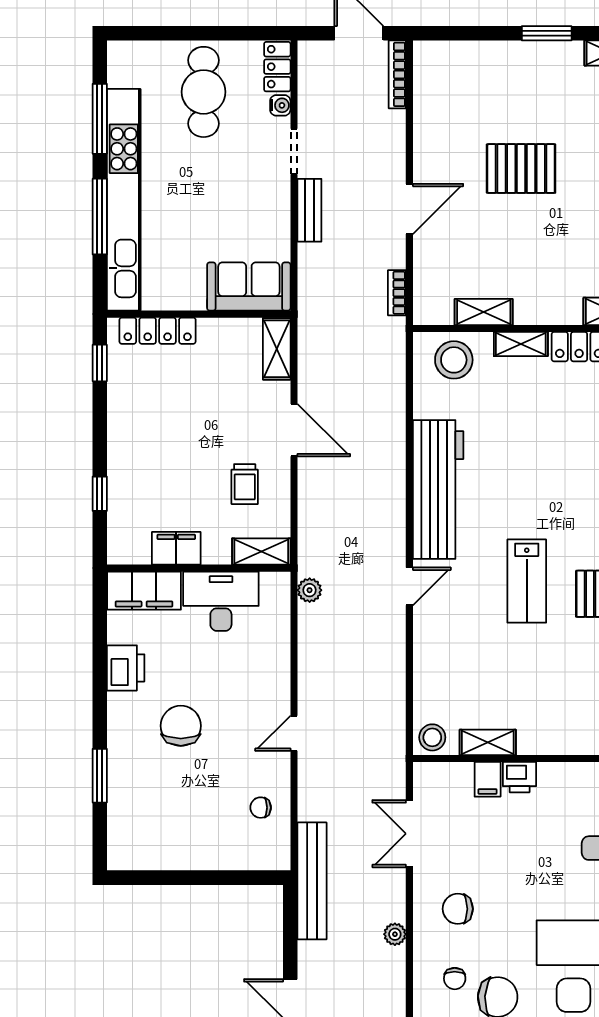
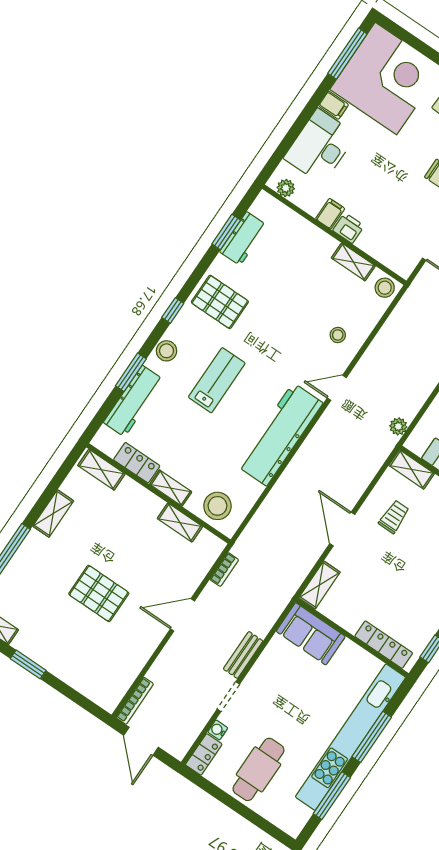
lab bench: (527, 581) -> (217, 380), moved
stool: (449, 647) -> (338, 335), added
filing cabinet: (488, 779) -> (330, 214), moved

